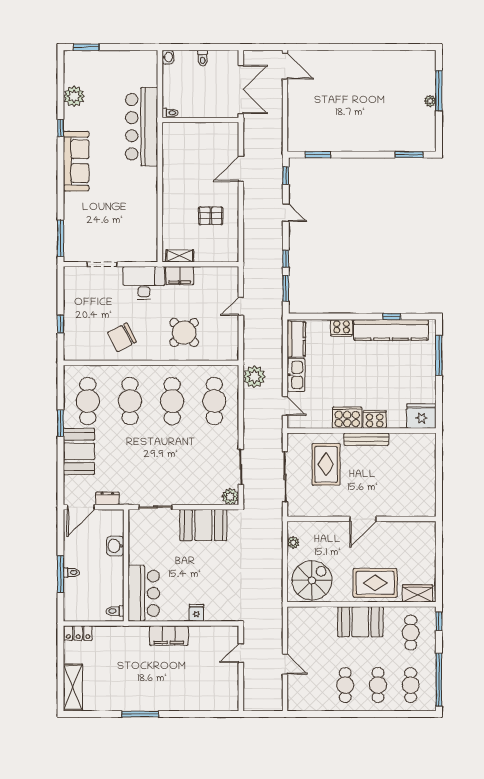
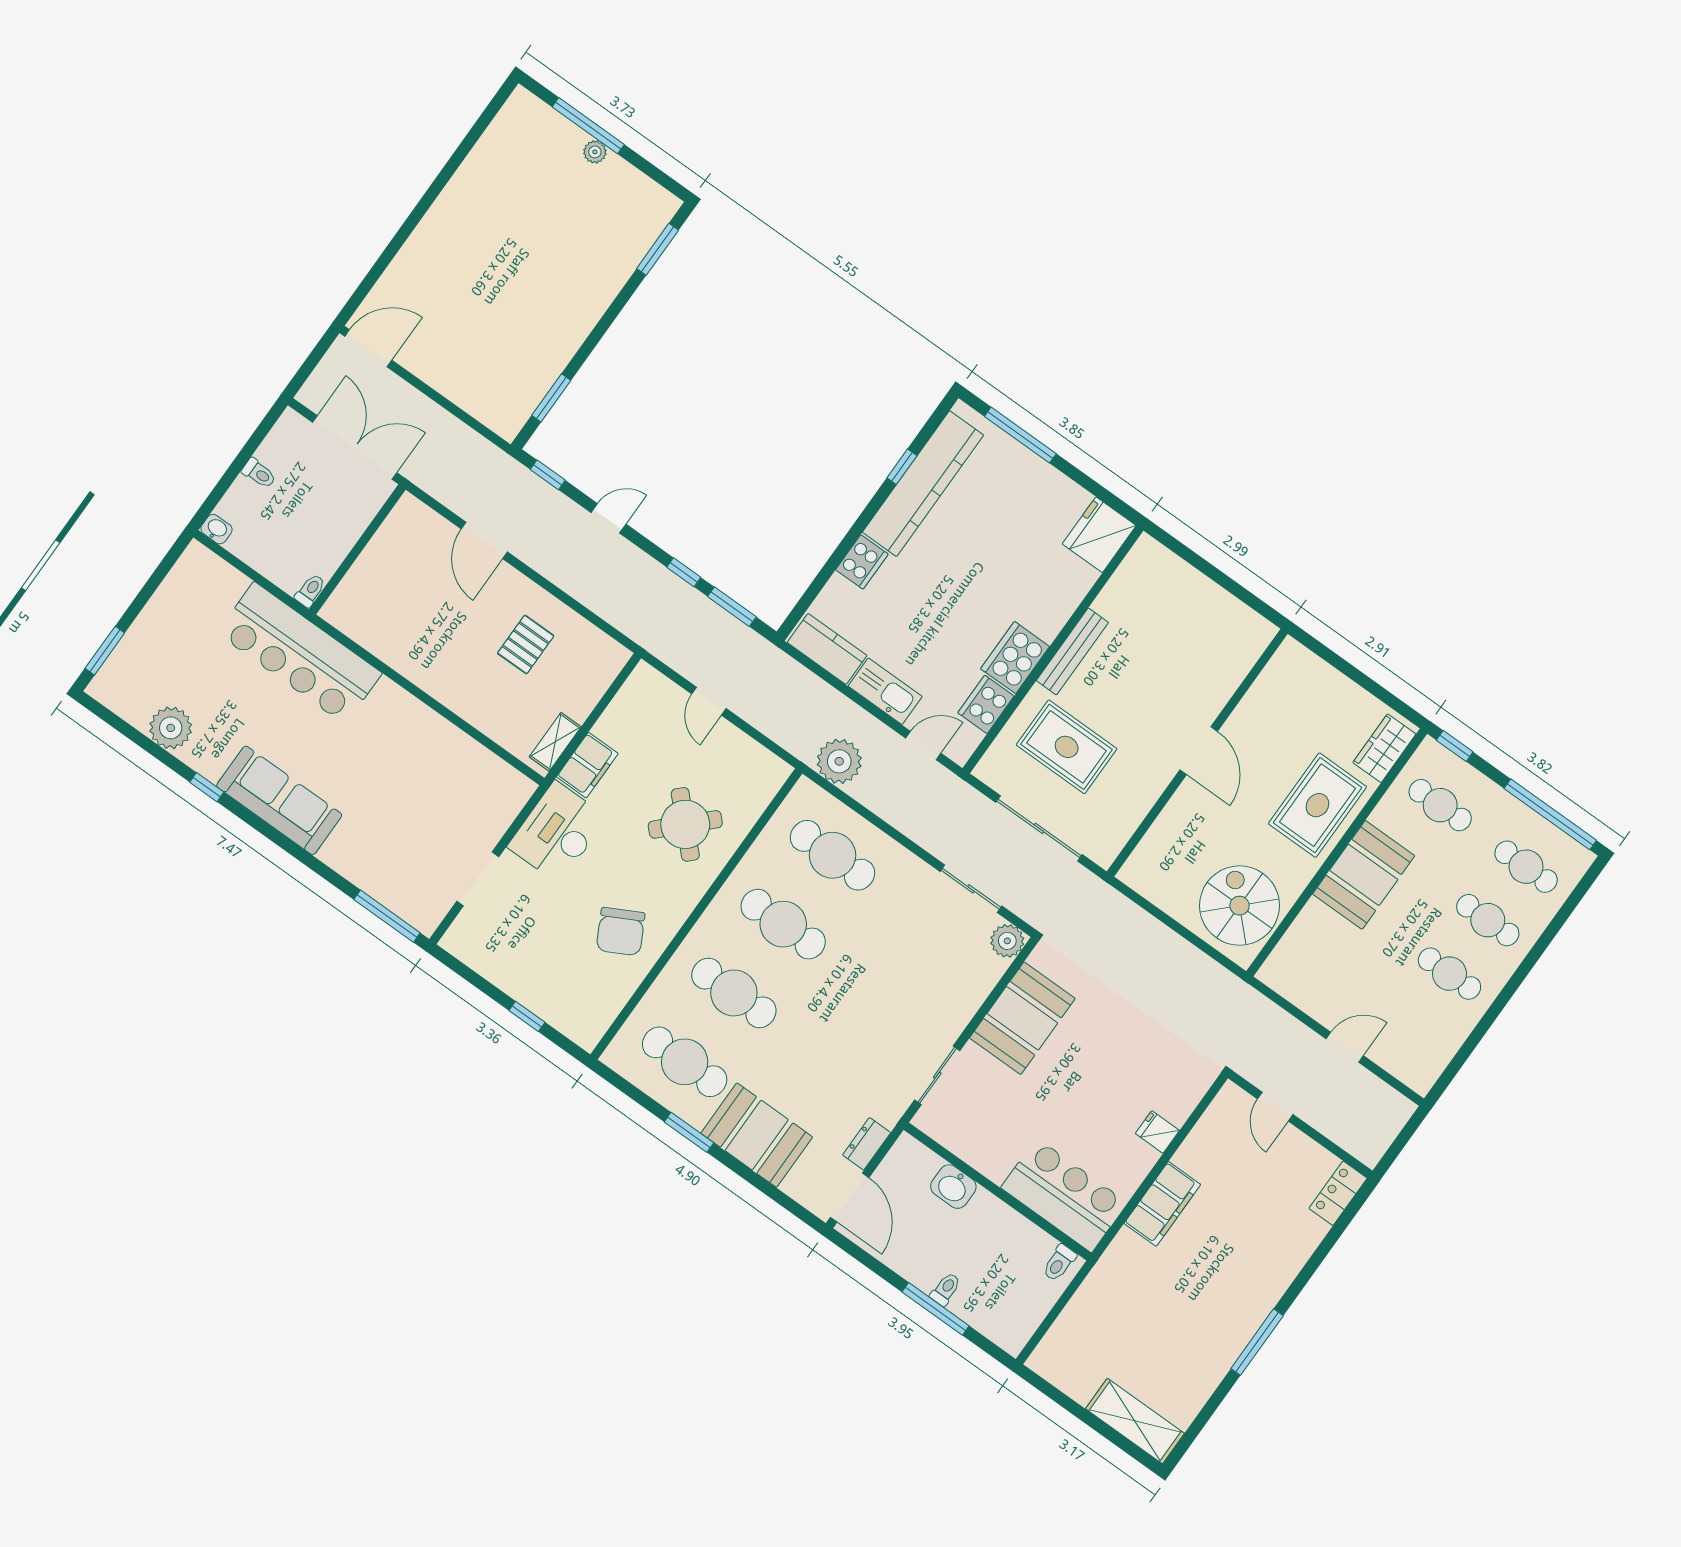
cooker: (375, 419) -> (986, 704), moved
plant: (293, 542) -> (1156, 892), removed
locker: (78, 633) -> (1338, 1193), moved, turned 180

